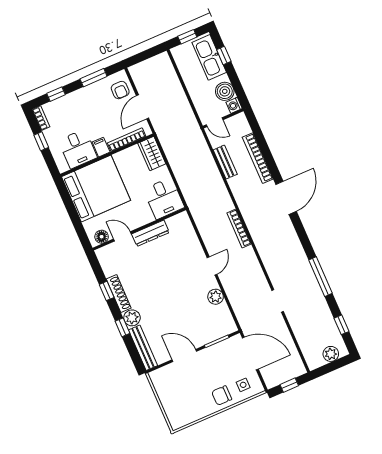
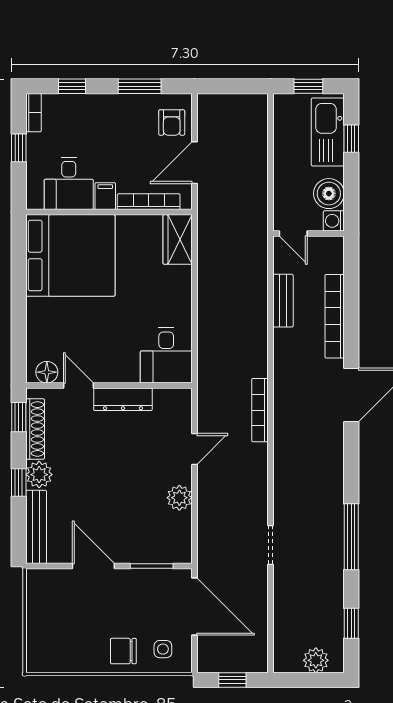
desk: (164, 198) -> (166, 355), moved
wall: (139, 229) -> (109, 385), moved
dresser: (150, 233) -> (123, 399), moved
door: (122, 236) -> (78, 385), moved
floor lamp: (102, 237) -> (47, 372), moved

